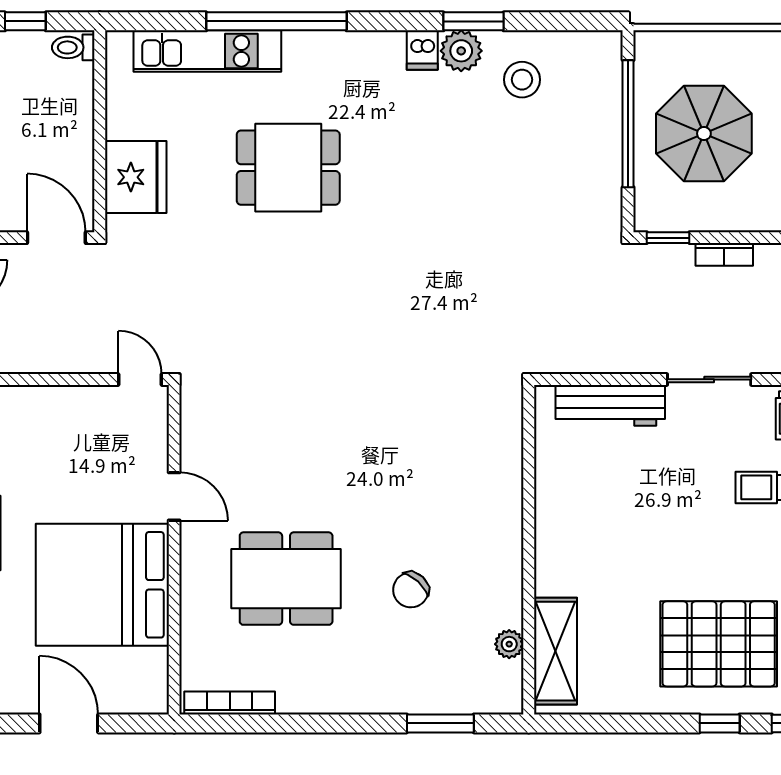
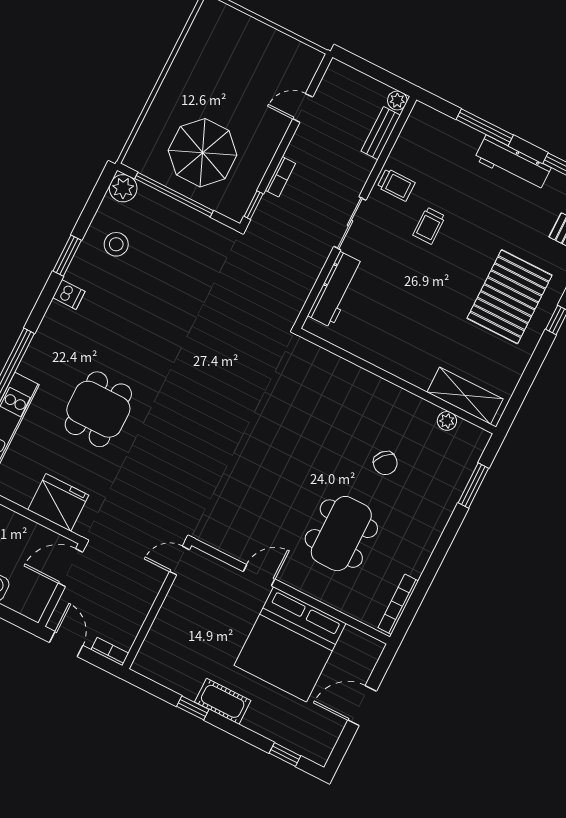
plant: (461, 51) -> (123, 188), moved

